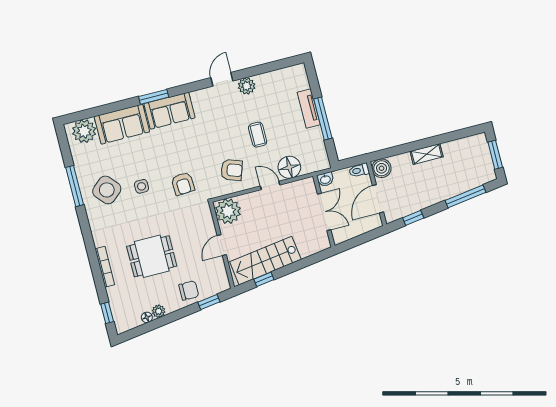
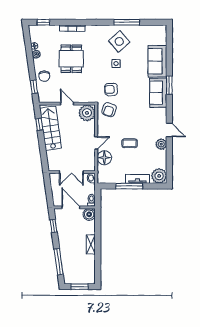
plant: (84, 131) -> (159, 176), moved
armchair: (232, 170) -> (109, 110), moved

